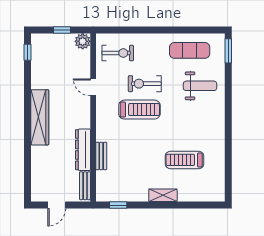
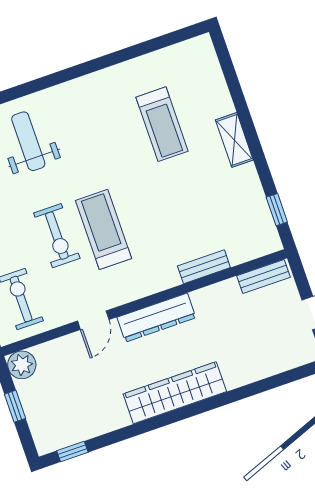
dresser: (83, 150) -> (156, 318), moved

